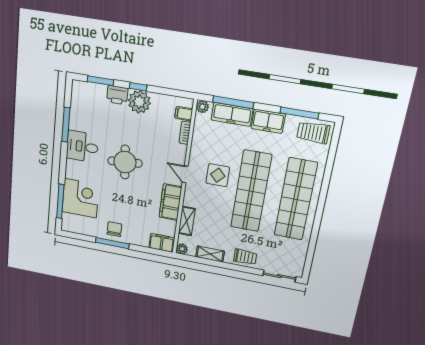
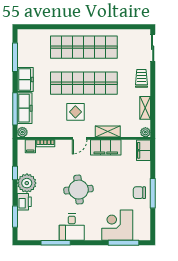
window: (138, 87) -> (15, 173), moved
trolley: (313, 132) -> (28, 44), removed
shelving: (187, 221) -> (108, 132), moved

